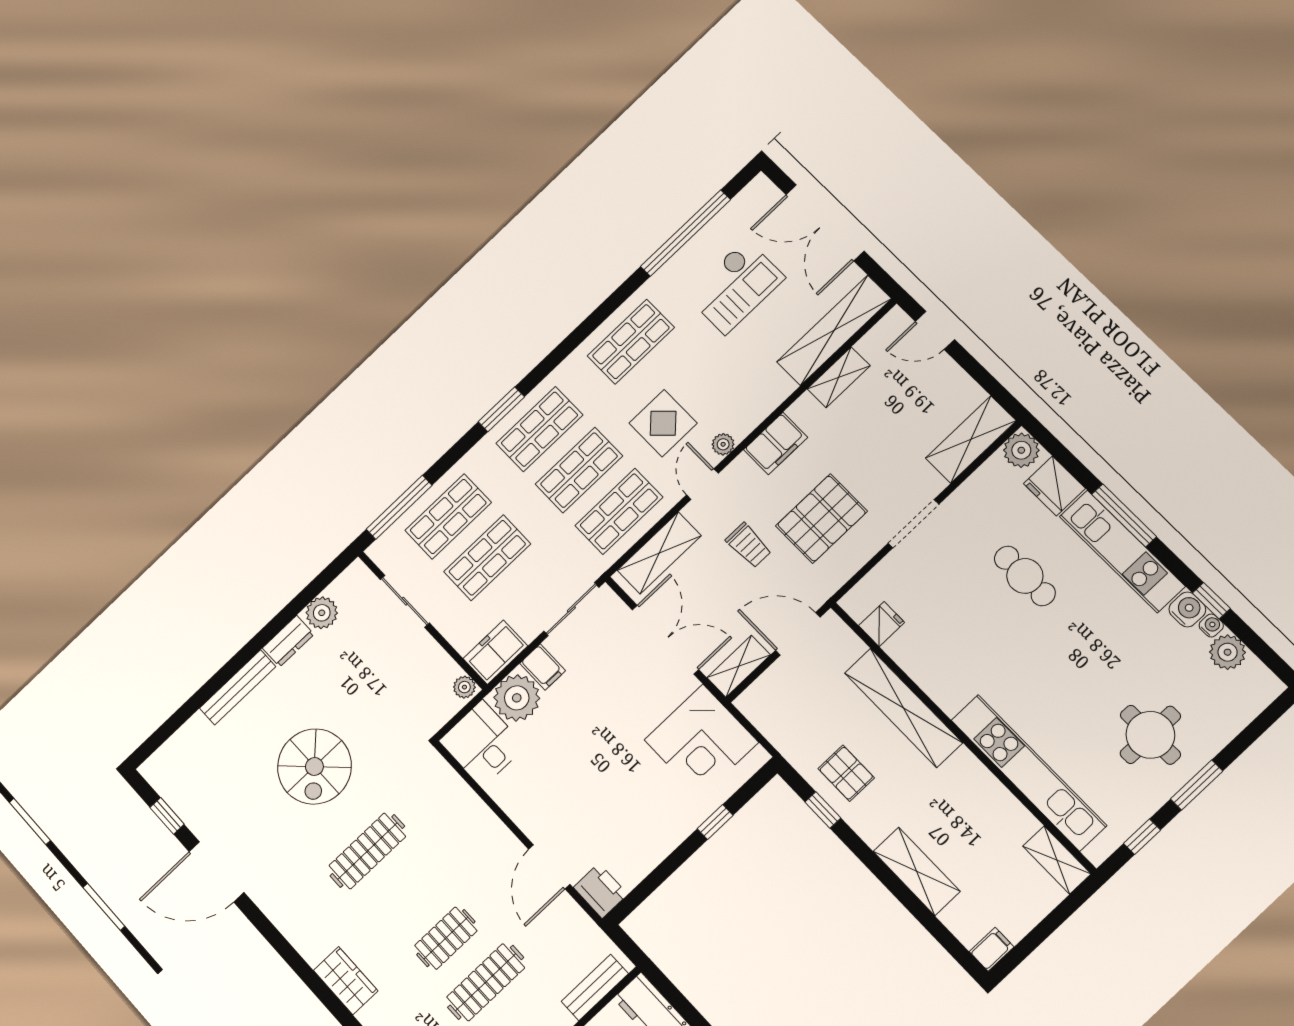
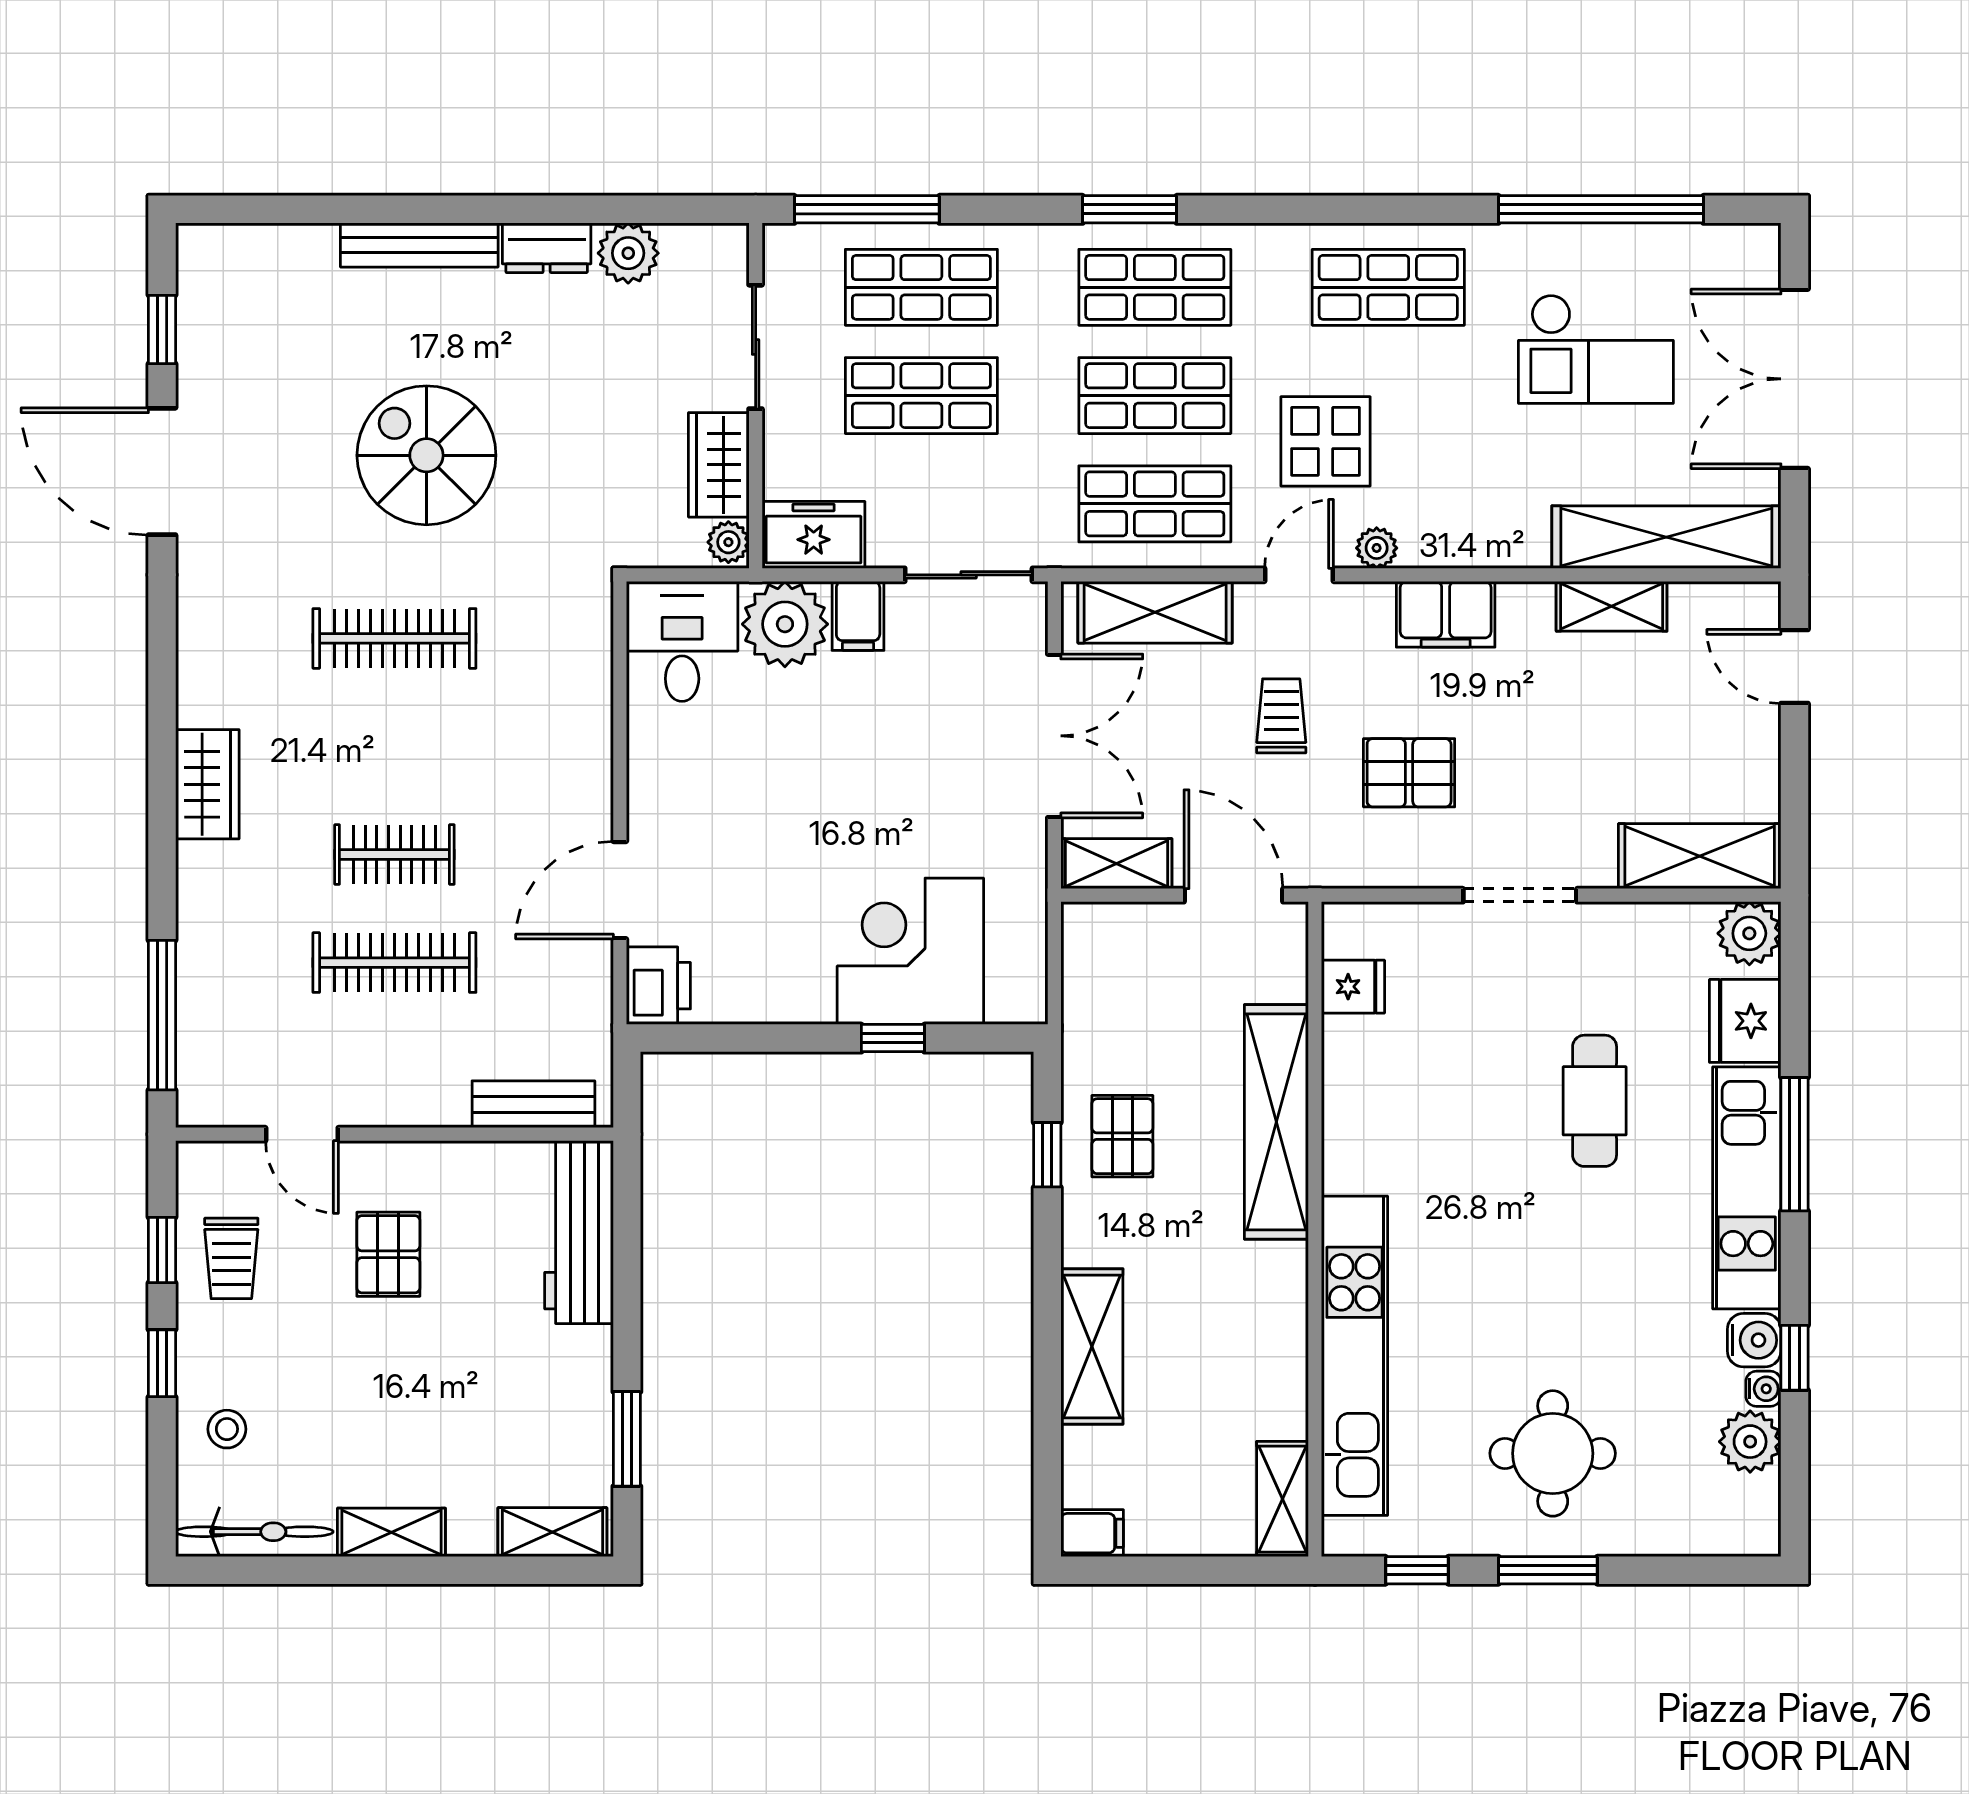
pallet: (821, 519) -> (1409, 773), width x0.67, depth x0.71
trolley: (749, 545) -> (1281, 716), turned 180
wardrobe: (433, 661) -> (719, 465), added
corner desk: (701, 741) -> (910, 951), moved, turned 90
spiral stairs: (314, 767) -> (426, 455), turned 90

